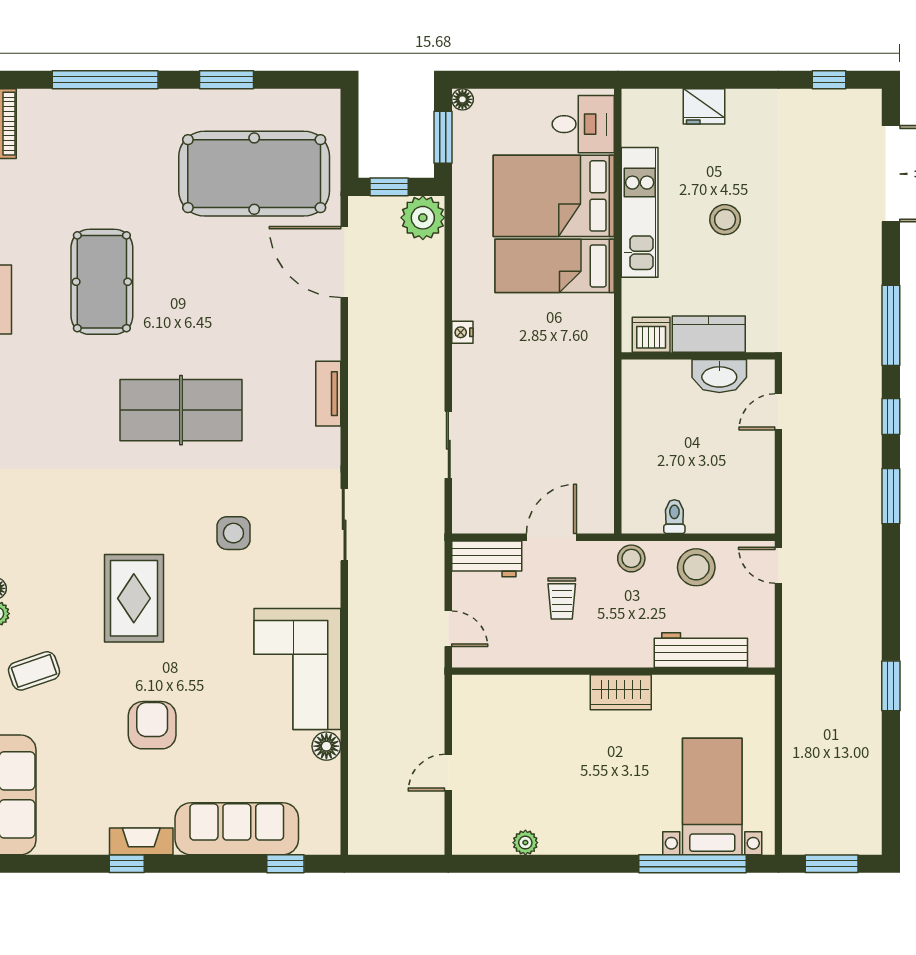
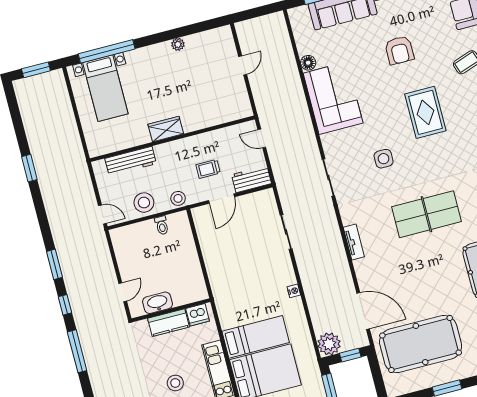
trolley: (562, 598) -> (208, 169), turned -90
plant: (525, 843) -> (178, 44), moved

